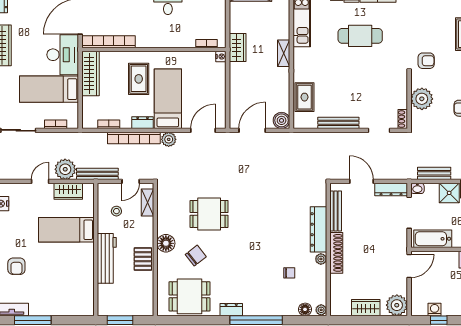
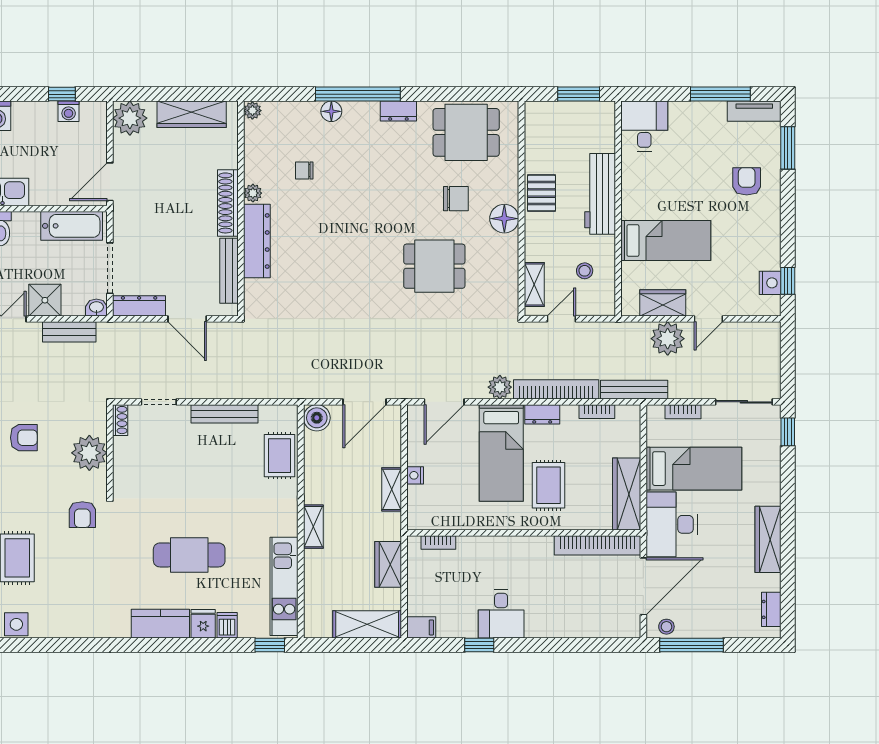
wardrobe: (238, 48) -> (388, 564), moved
nightstand: (221, 57) -> (415, 475), moved
armchair: (426, 61) -> (82, 515), turned -90
shelving: (235, 76) -> (392, 489), added
bench: (97, 174) -> (634, 390), moved
chair: (196, 256) -> (456, 199), turned -142
desk: (80, 300) -> (644, 126), added
wardrobe: (366, 308) -> (192, 114), width x1.50
floor lamp: (305, 309) -> (331, 111), moved

